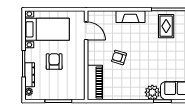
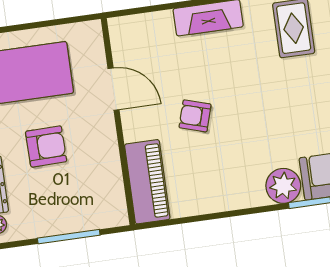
door: (86, 31) -> (114, 89), moved
armchair: (54, 62) -> (46, 146), turned 89

